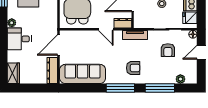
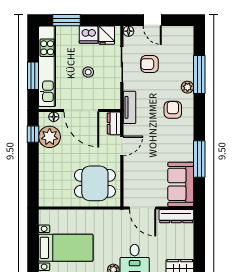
armchair: (168, 50) -> (149, 64), turned 180
sofa: (83, 74) -> (181, 184), width x0.73
plant: (180, 79) -> (187, 87), moved
window: (120, 88) -> (199, 159), moved

